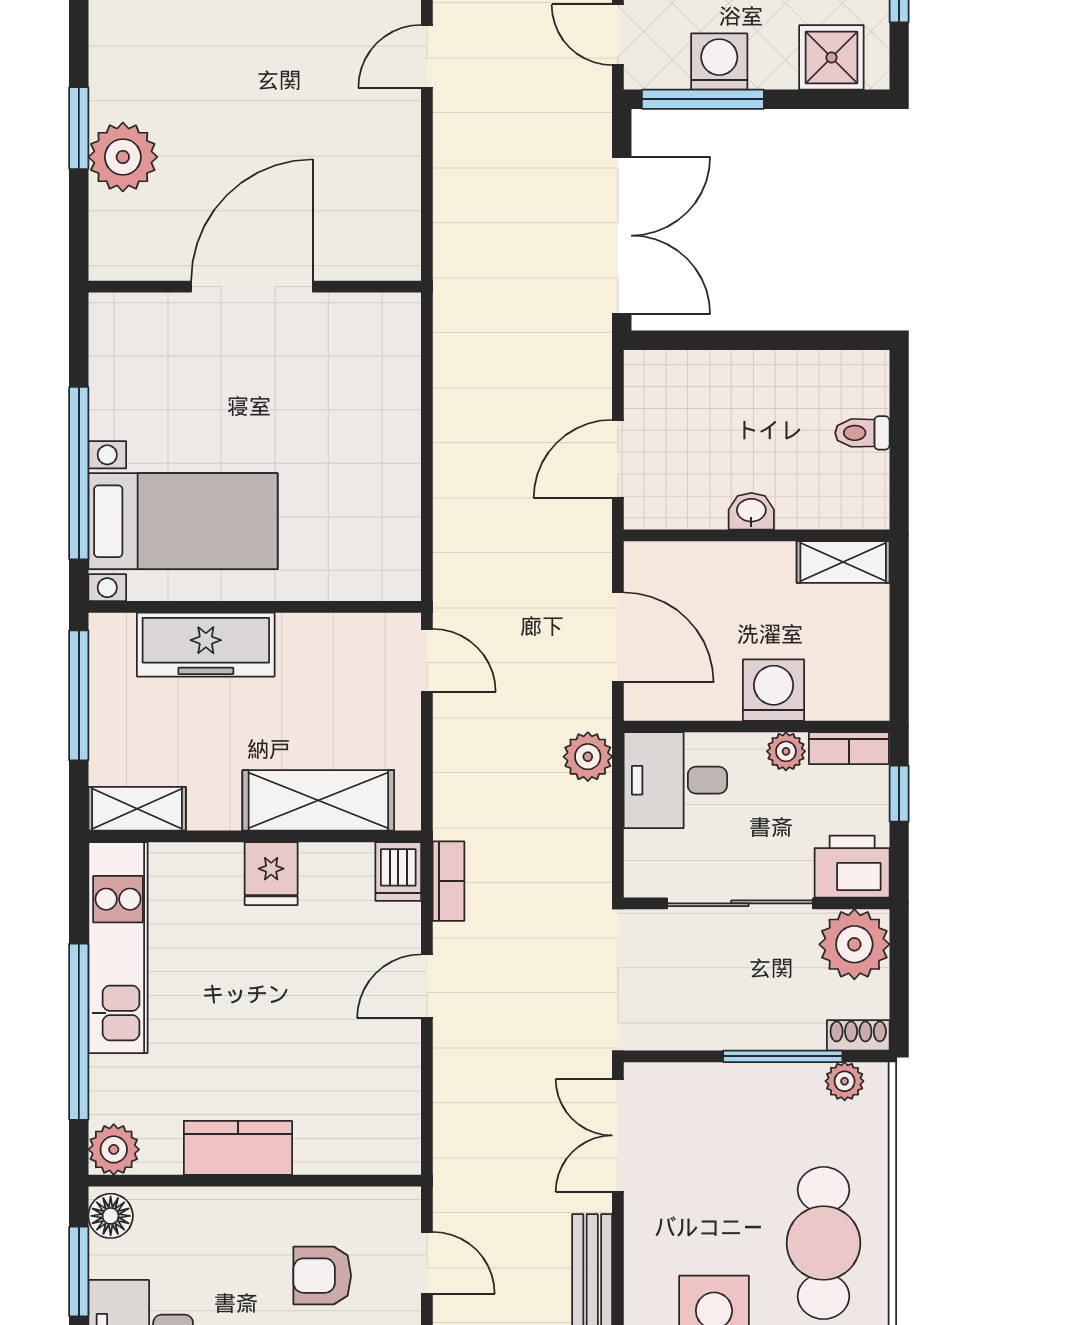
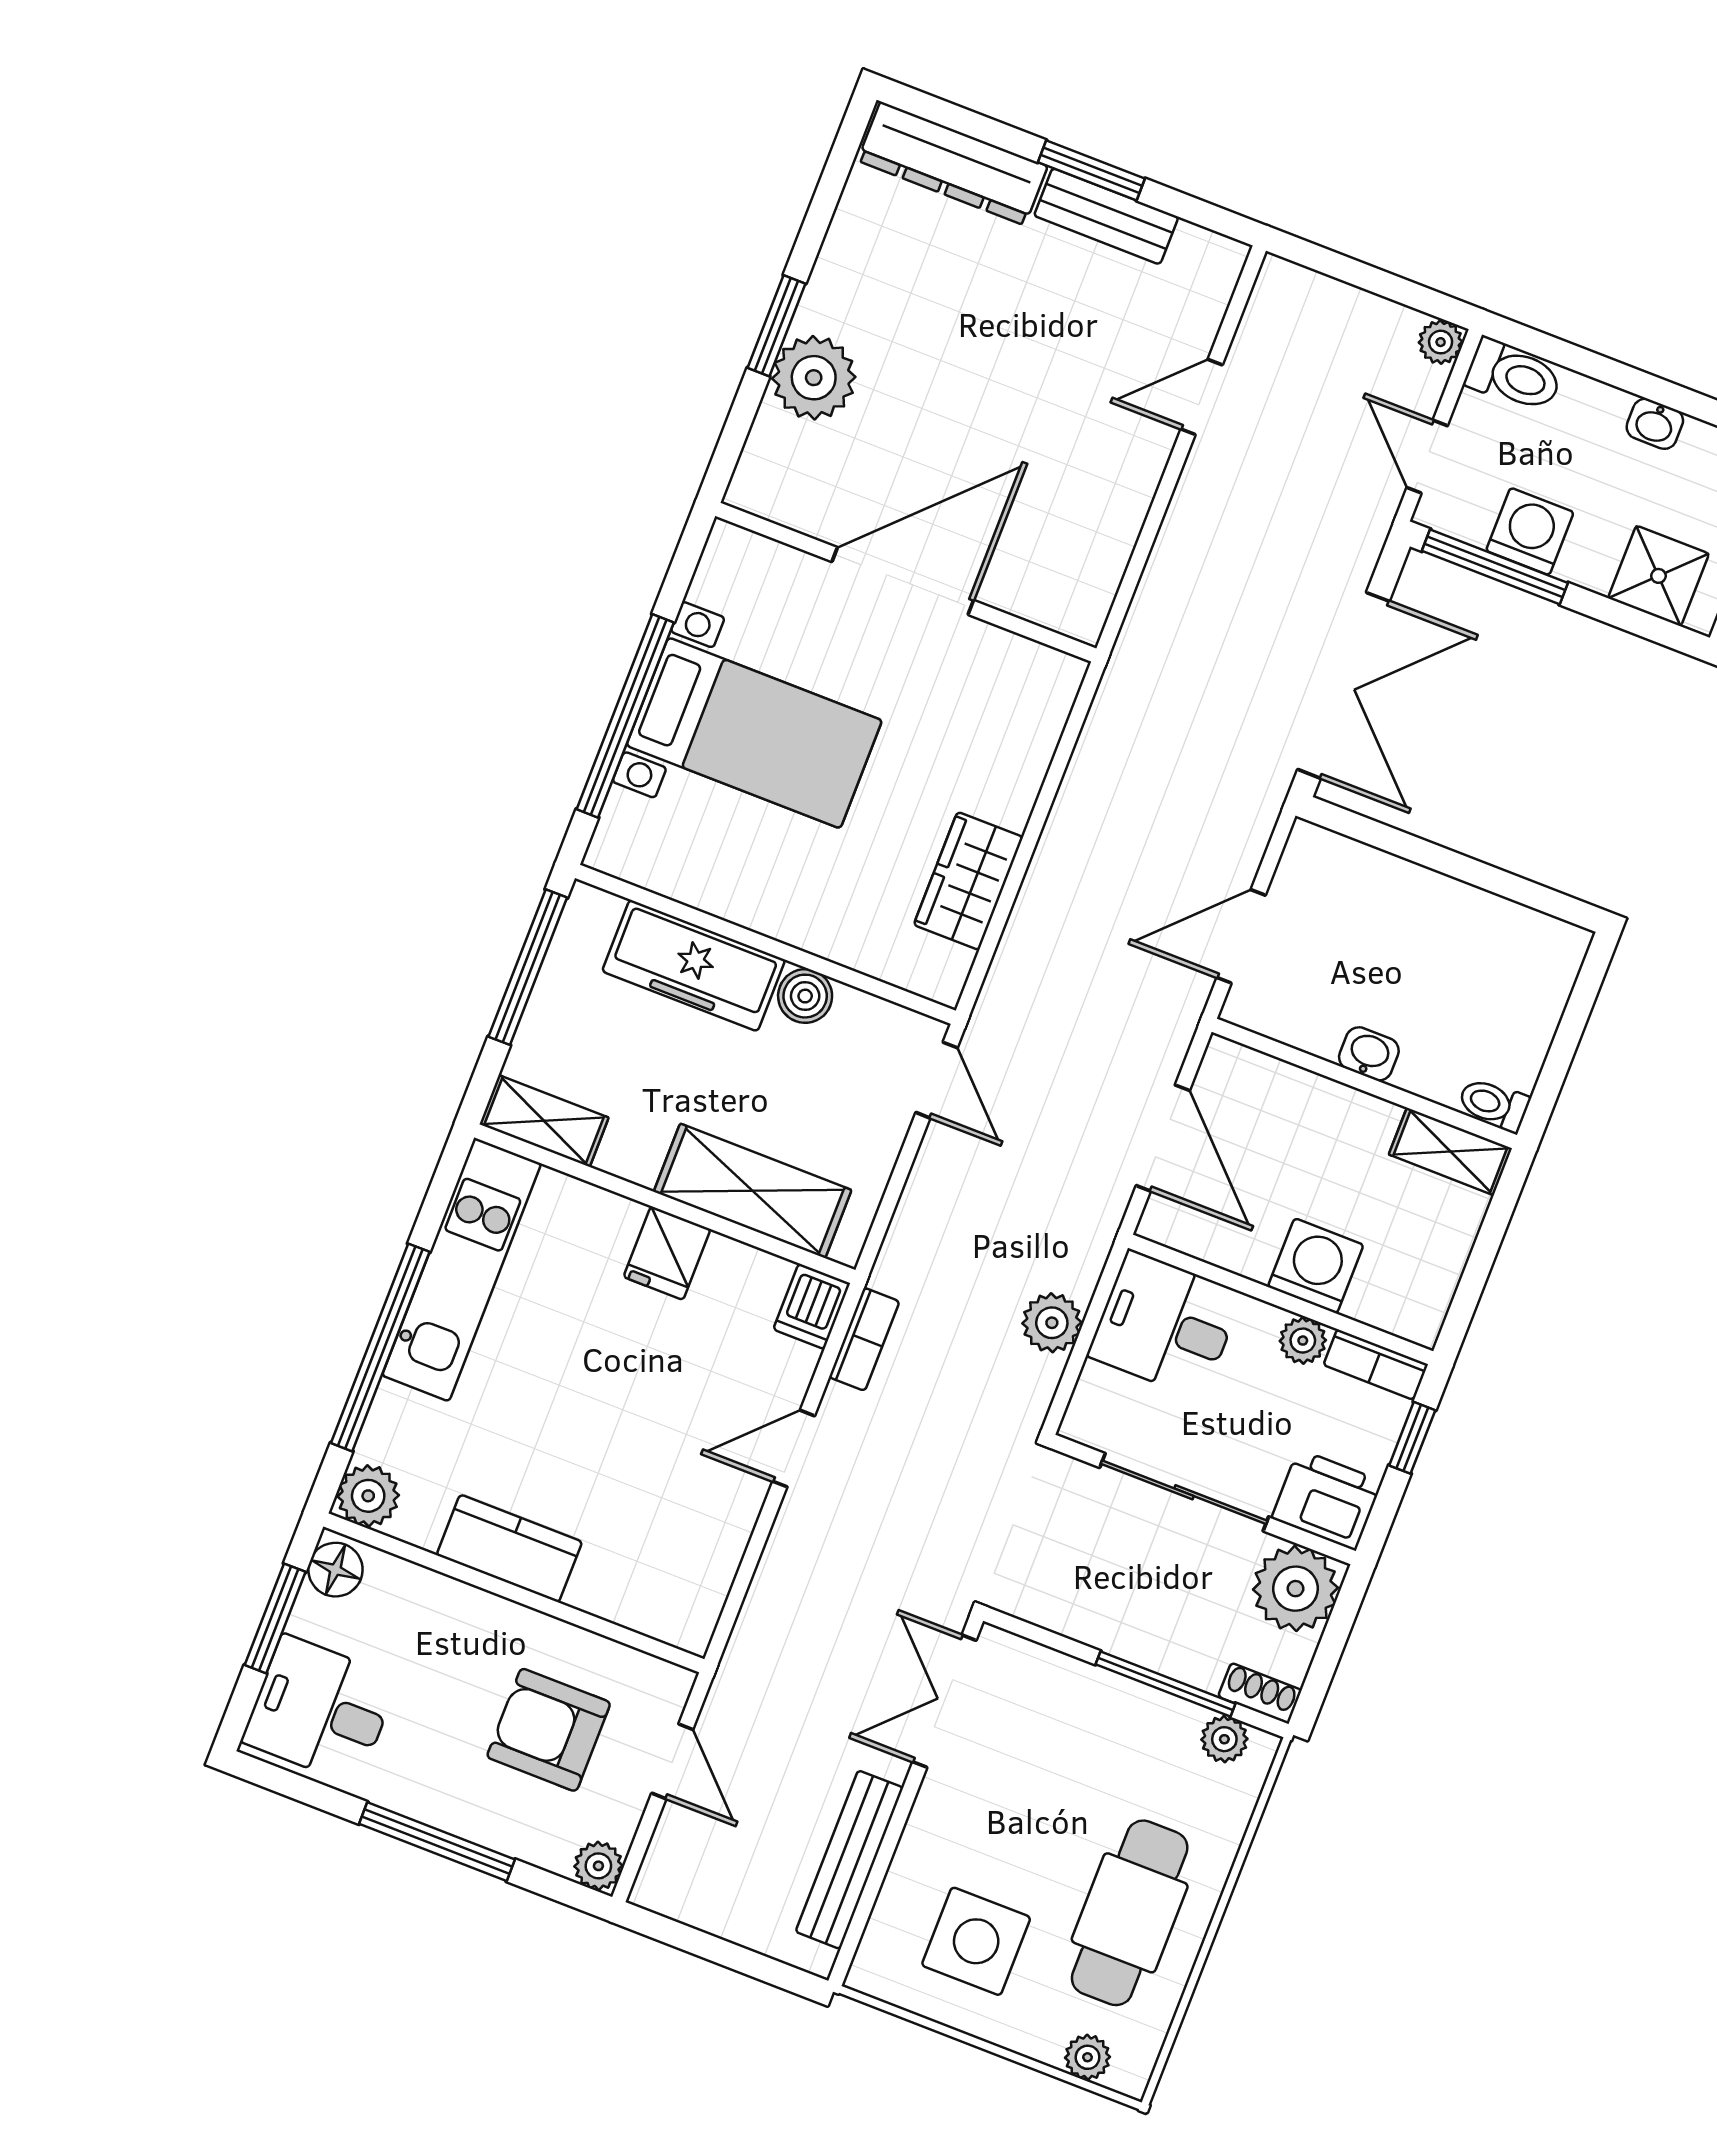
toilet: (862, 433) -> (1494, 1104), moved
wardrobe: (392, 498) -> (968, 881), added
bed with nightstands: (183, 521) -> (754, 733), moved
boiler: (301, 635) -> (805, 996), added
plant: (588, 757) -> (1052, 1323), moved
armchair: (322, 1276) -> (549, 1730), width x1.38, depth x1.38

